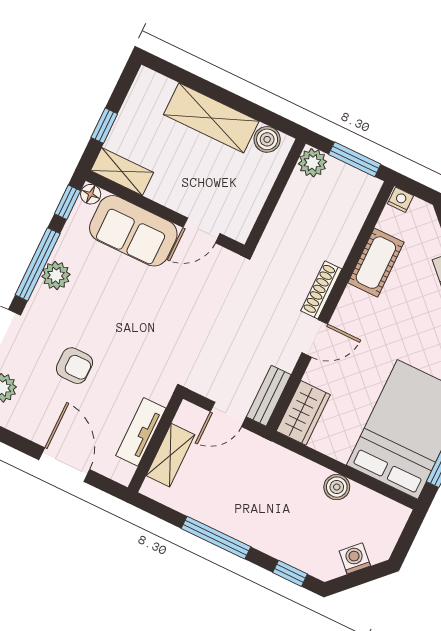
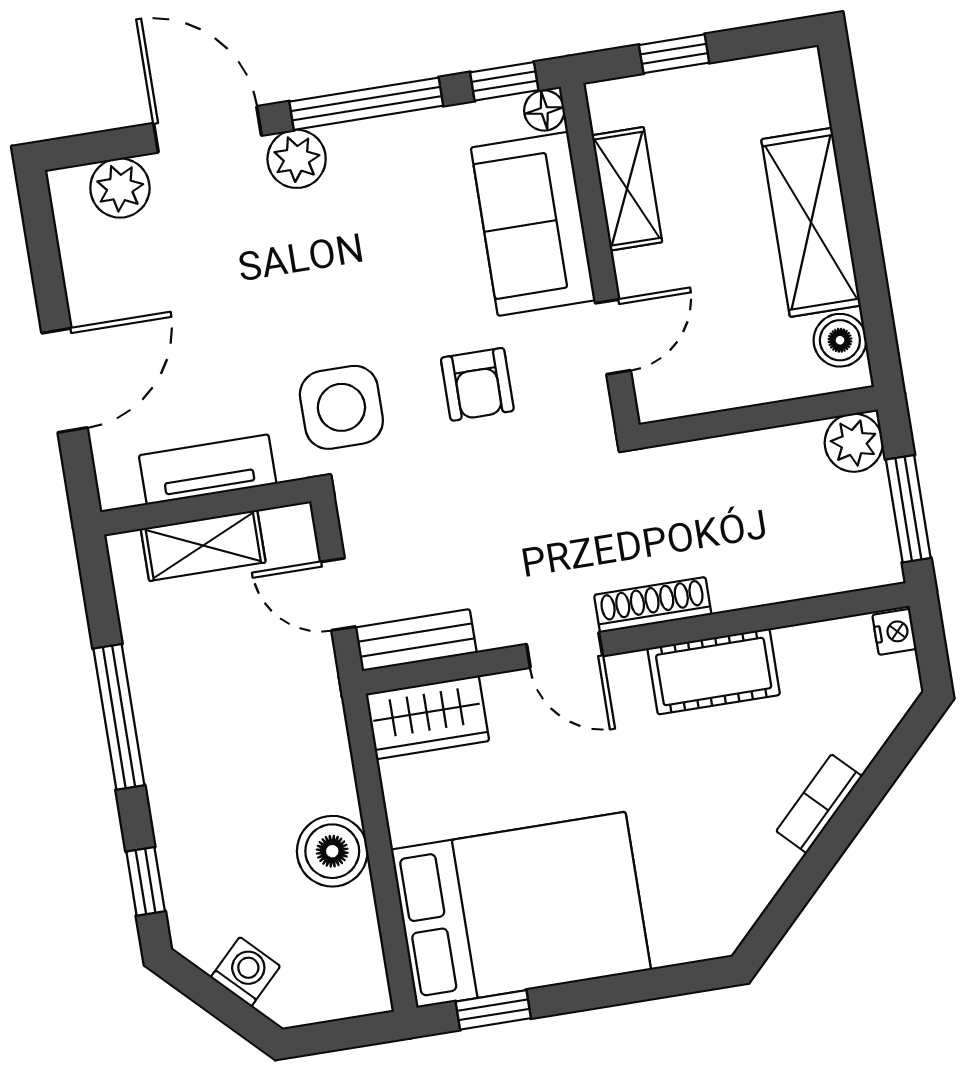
shelving: (122, 171) -> (627, 189), moved
door: (202, 230) -> (613, 337), swing flipped
cot: (376, 263) -> (714, 672), moved
plant: (56, 275) -> (297, 159), moved
side table: (154, 360) -> (341, 407), added
armchair: (74, 366) -> (477, 384), moved
boiler: (337, 487) -> (332, 851), width x1.36, depth x1.36

